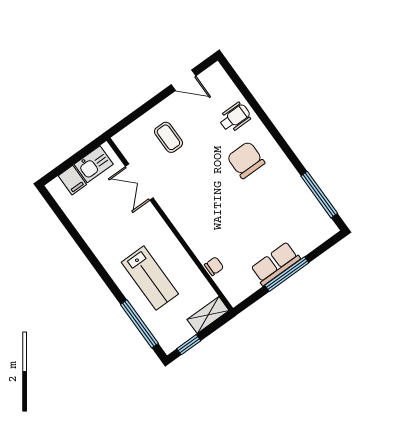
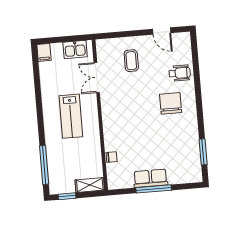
filing cabinet: (72, 180) -> (44, 52), moved
window: (319, 195) -> (203, 152), width x0.69
lab bench: (150, 278) -> (71, 116), moved

